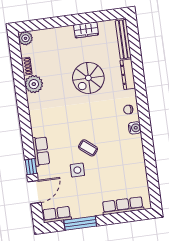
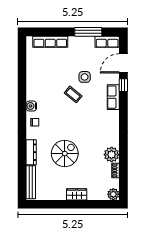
wardrobe: (86, 30) -> (77, 194), moved

